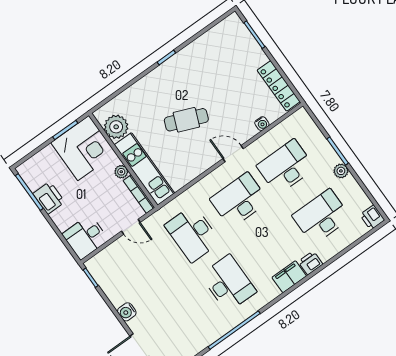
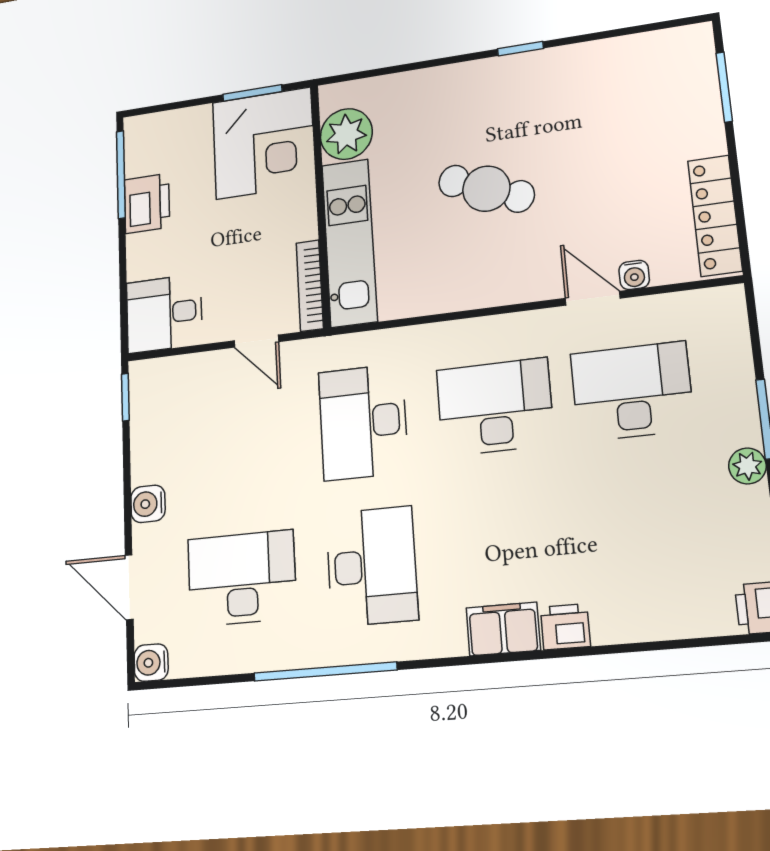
door: (233, 154) -> (593, 298), moved
plant: (121, 172) -> (304, 225), removed
desk: (321, 217) -> (242, 578), moved

